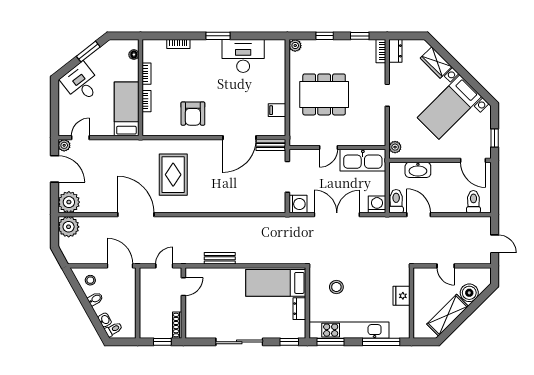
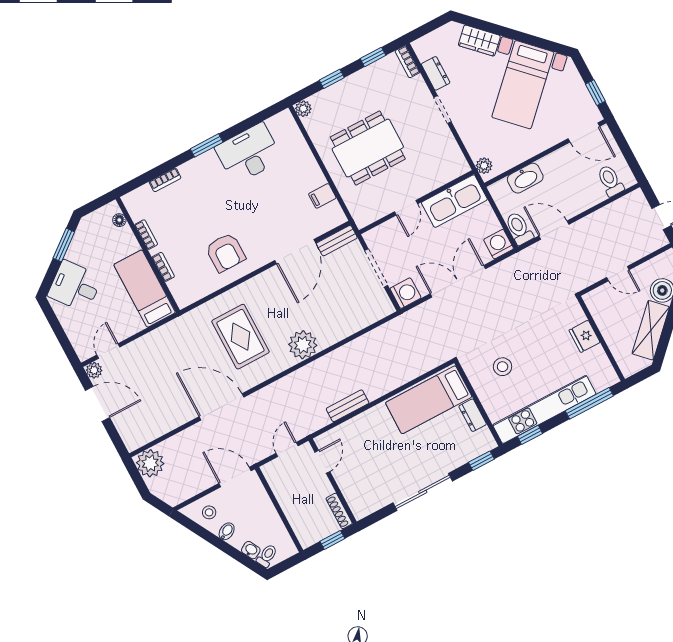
dresser: (395, 51) -> (436, 73), moved
plant: (69, 202) -> (303, 345), moved
window: (331, 342) -> (530, 435), width x0.67

